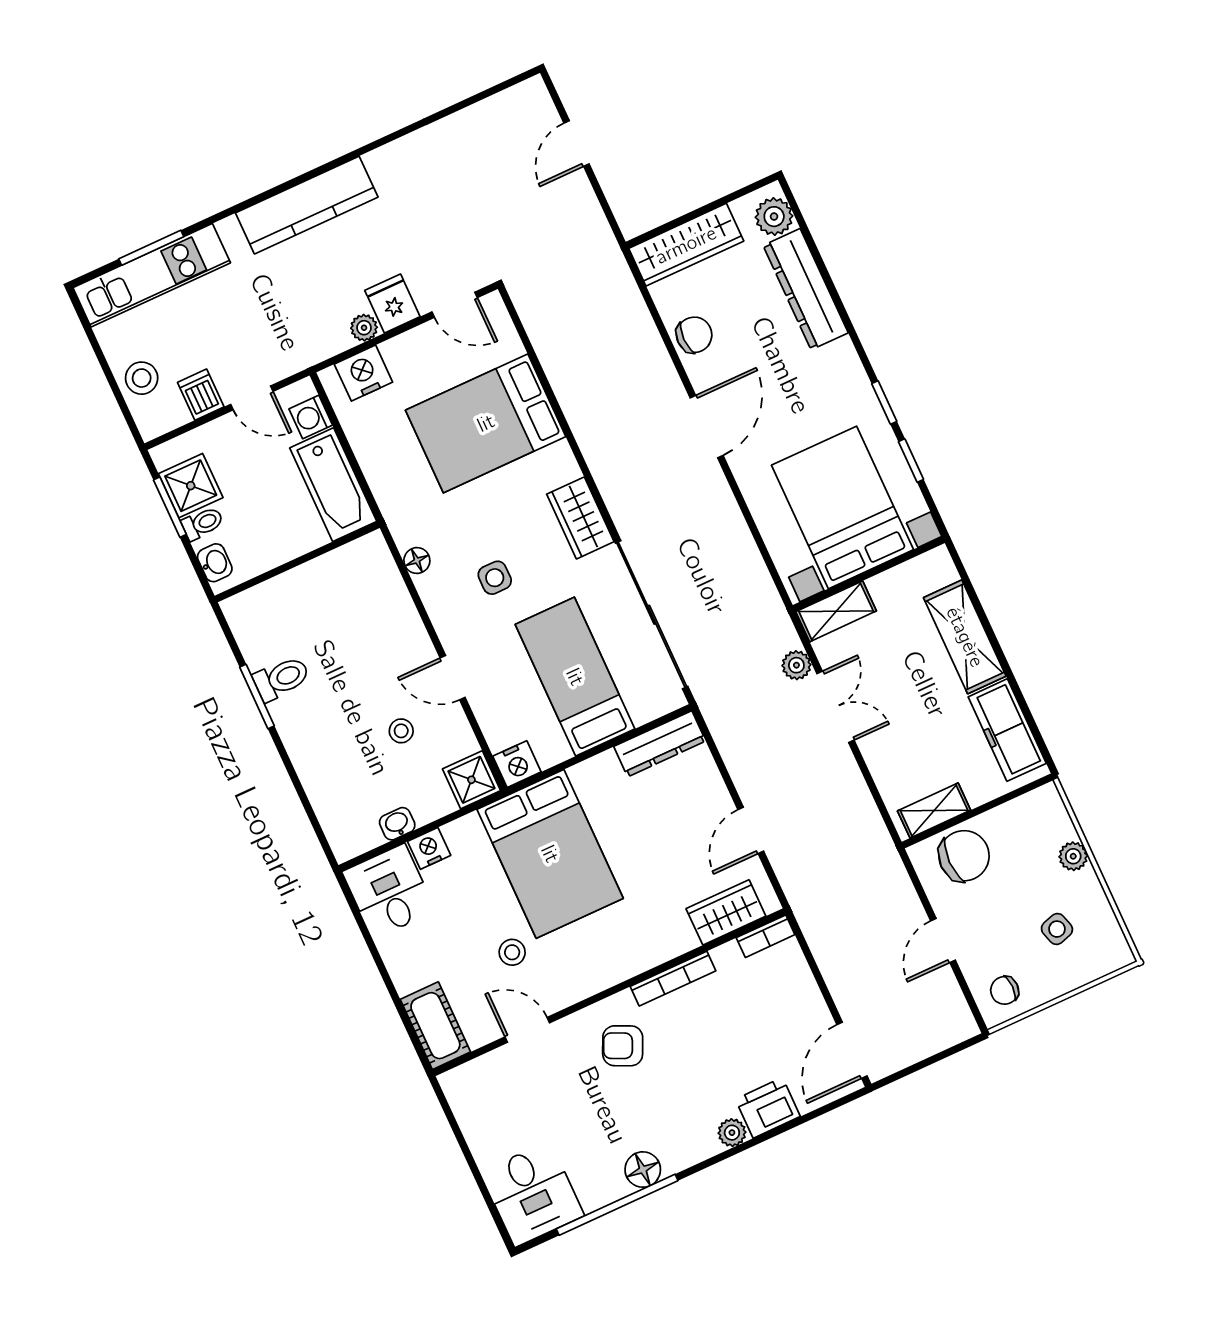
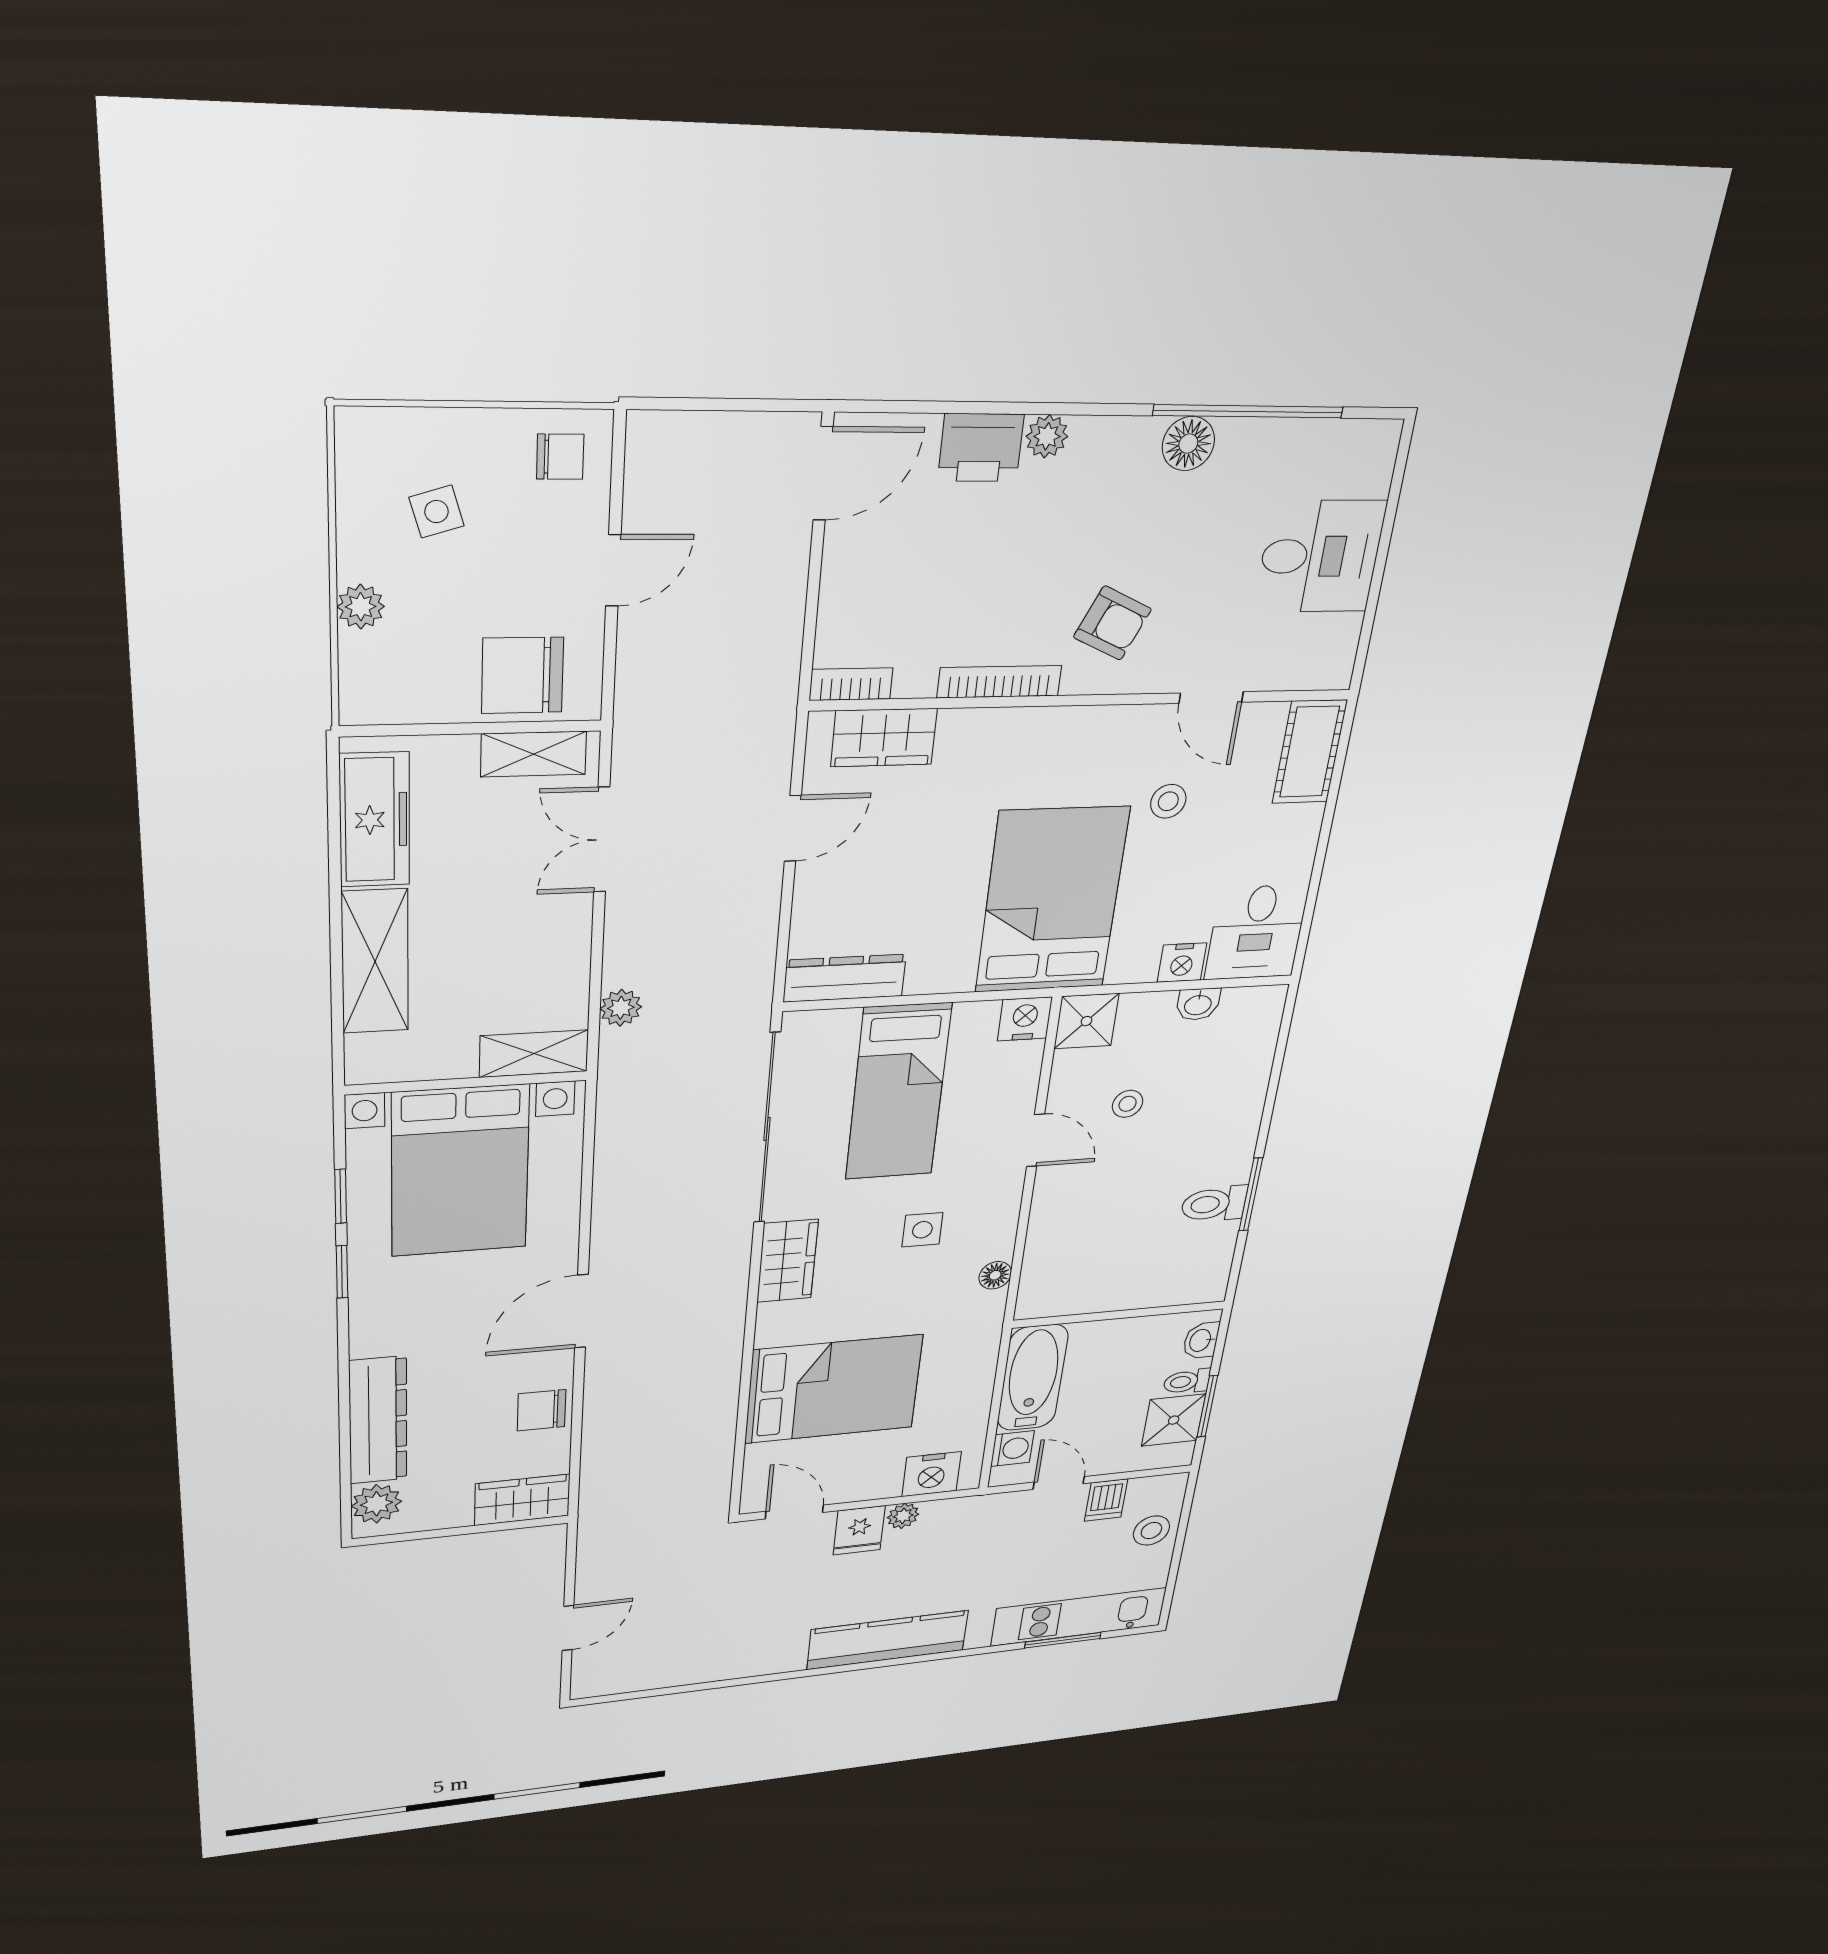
wardrobe: (686, 245) -> (522, 1500), width x0.67
double door: (836, 707) -> (602, 840), moved
desk: (532, 1194) -> (1320, 556), moved, turned 90

